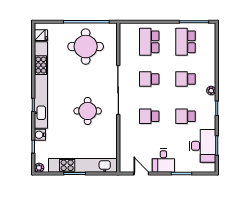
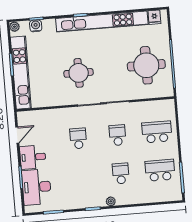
school desk: (186, 116) -> (81, 177), removed
water cooler: (40, 135) -> (36, 26), moved
desk: (203, 146) -> (37, 187), moved, turned 90

